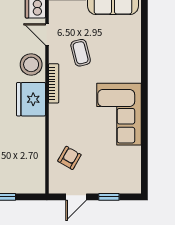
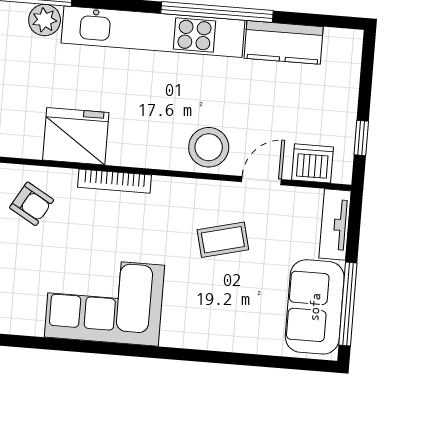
bookcase: (54, 83) -> (115, 181), moved
fridge: (31, 99) -> (76, 136), moved

